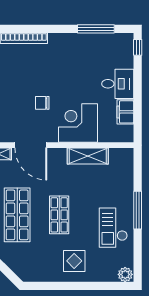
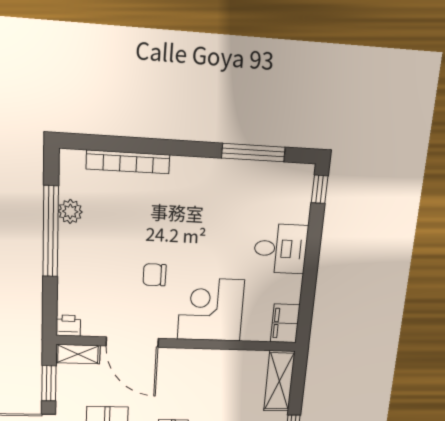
filing cabinet: (125, 112) -> (285, 323), moved
shelving: (88, 156) -> (279, 381), moved, turned 90

